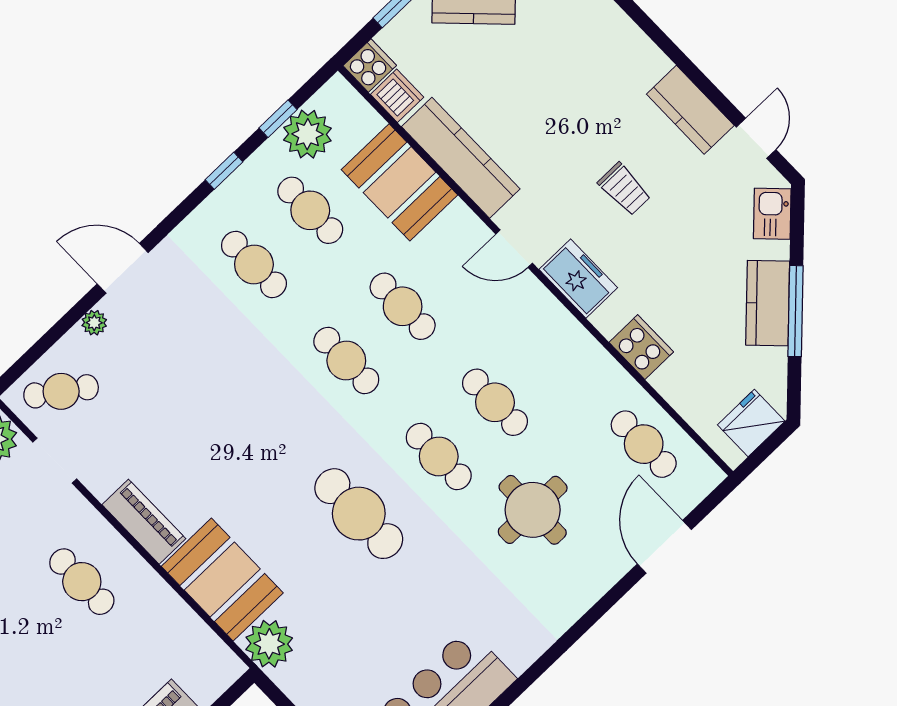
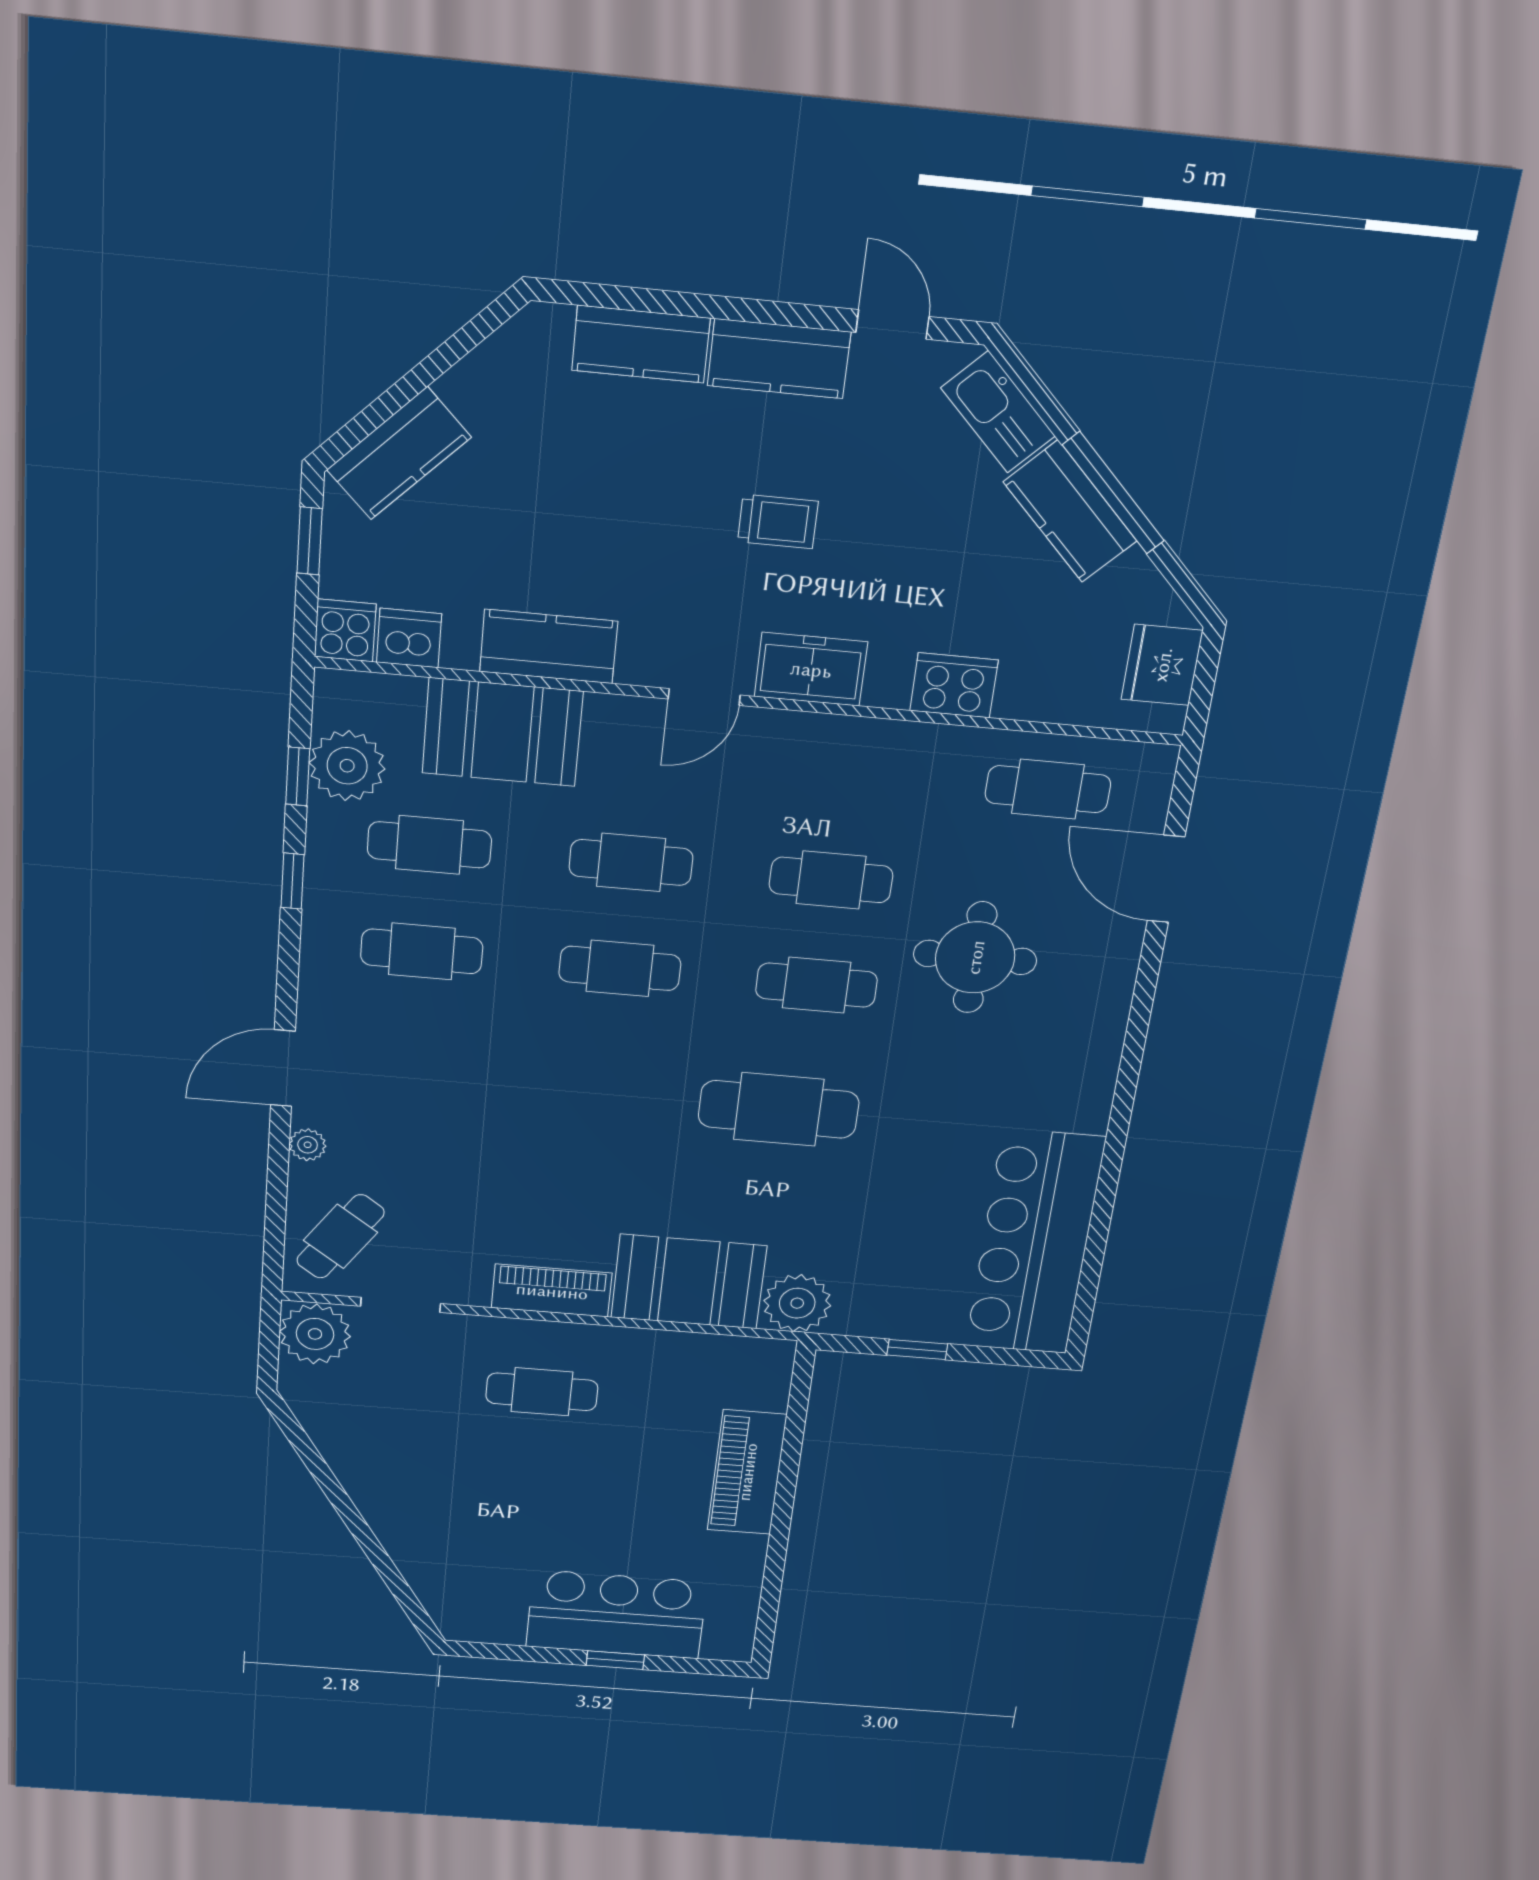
kitchen counter: (632, 48) -> (641, 344), added
kitchen counter: (461, 158) -> (549, 646), width x0.67
kitchen sink: (772, 214) -> (998, 412), width x1.38

